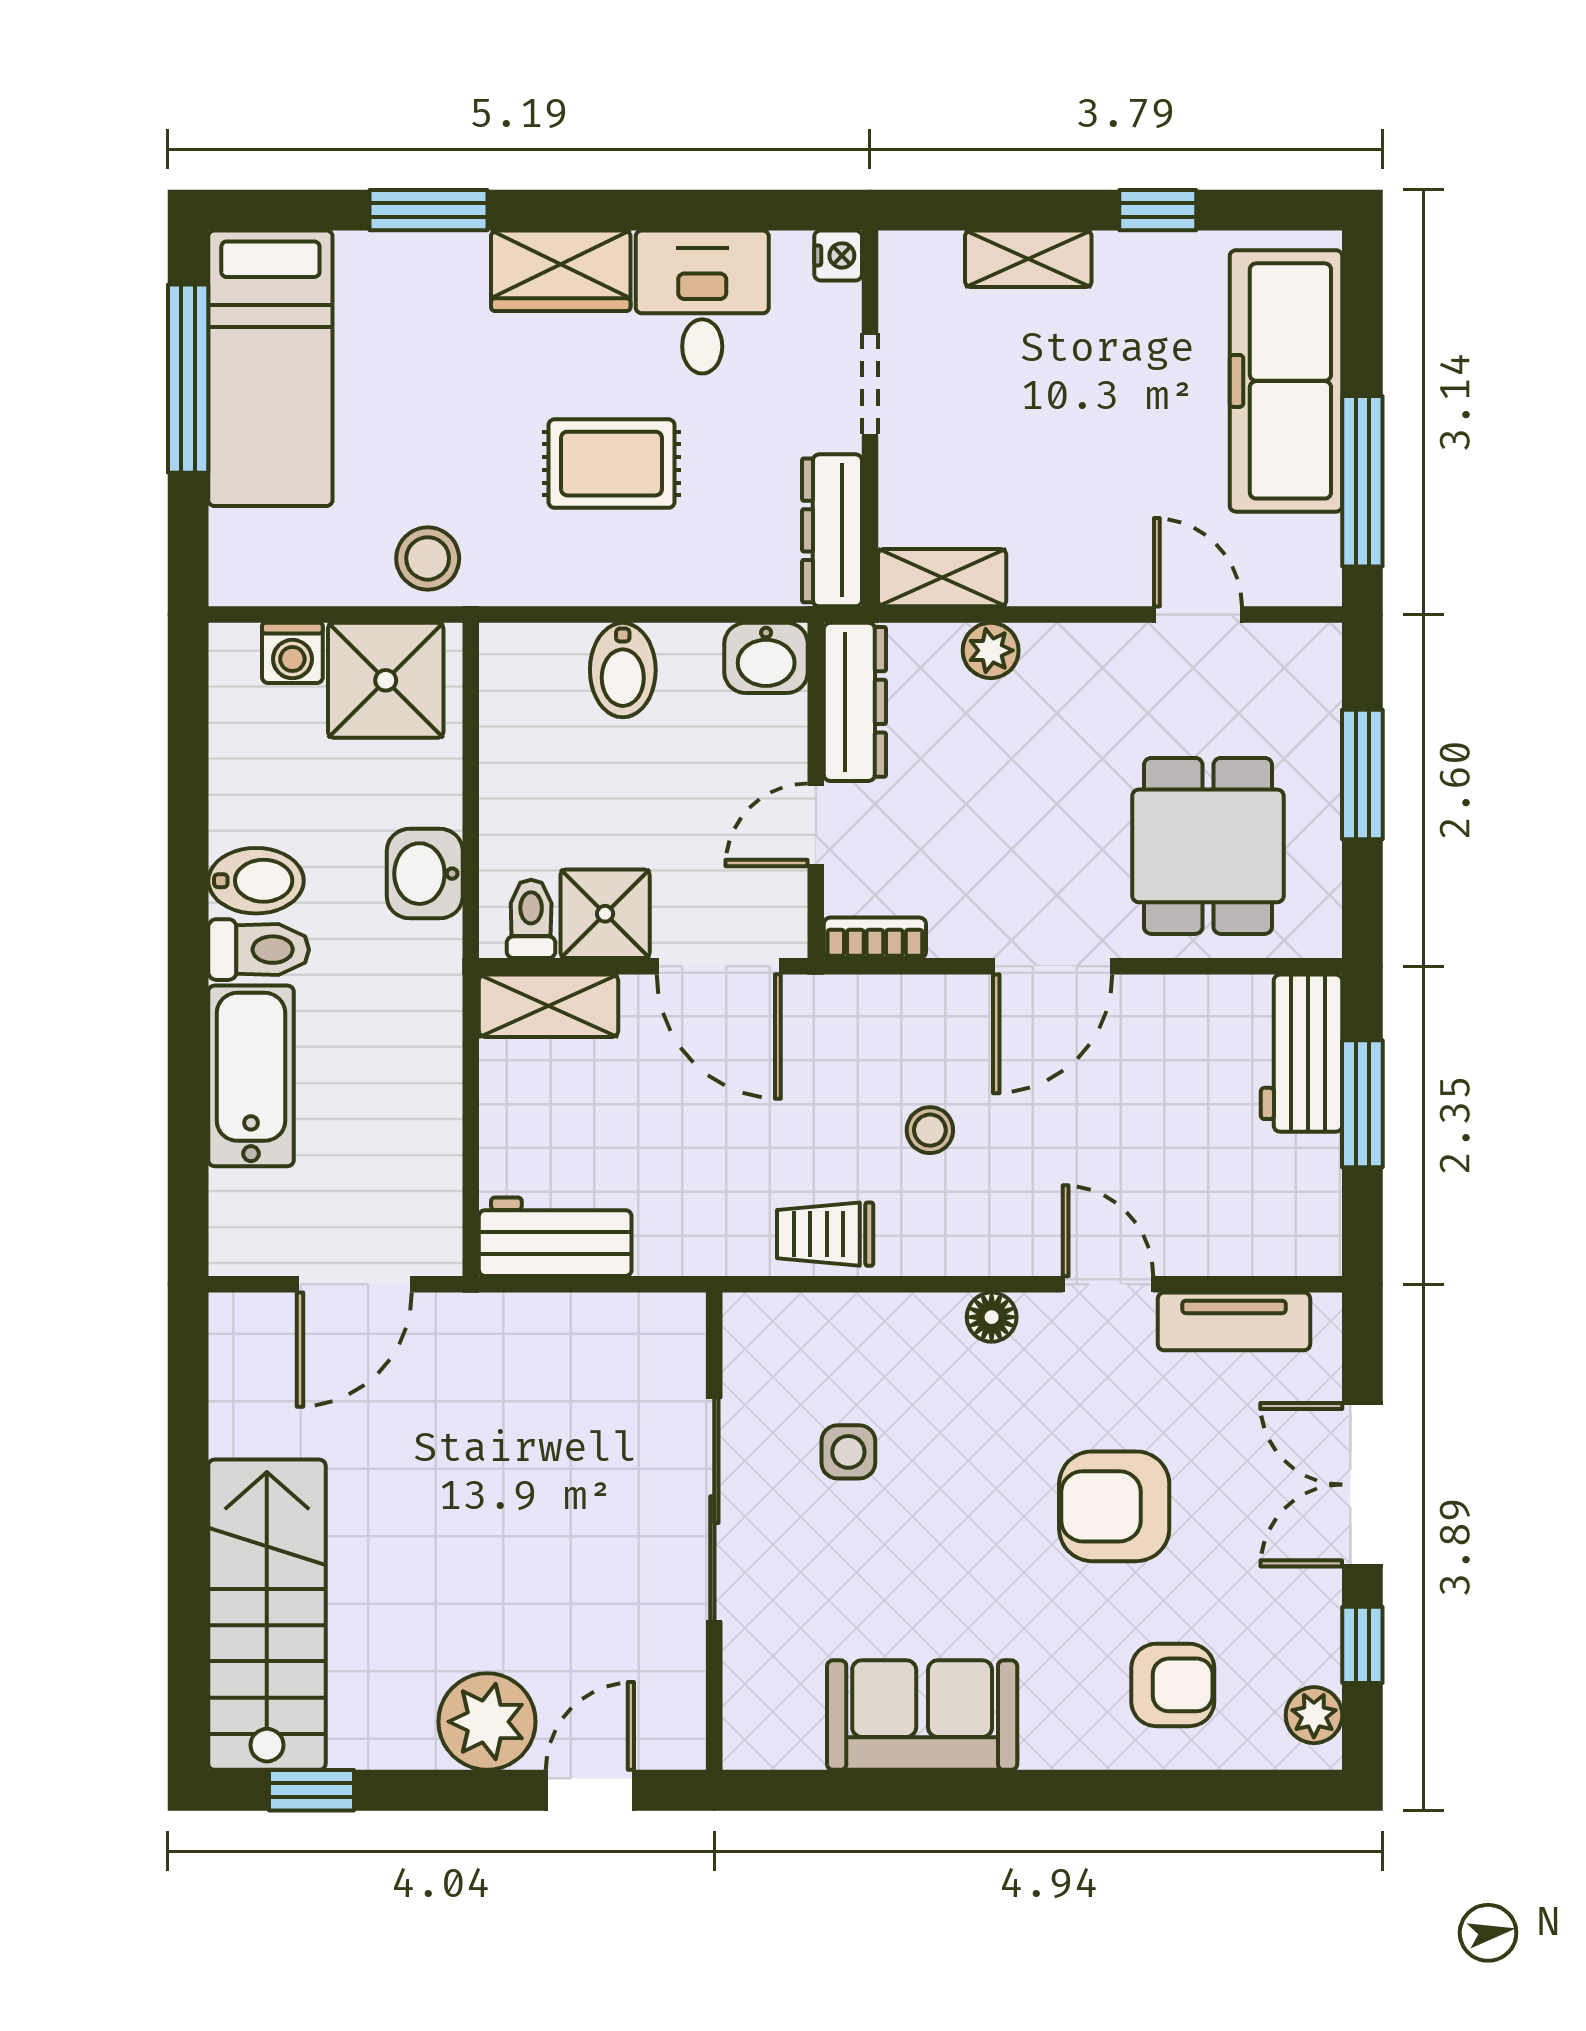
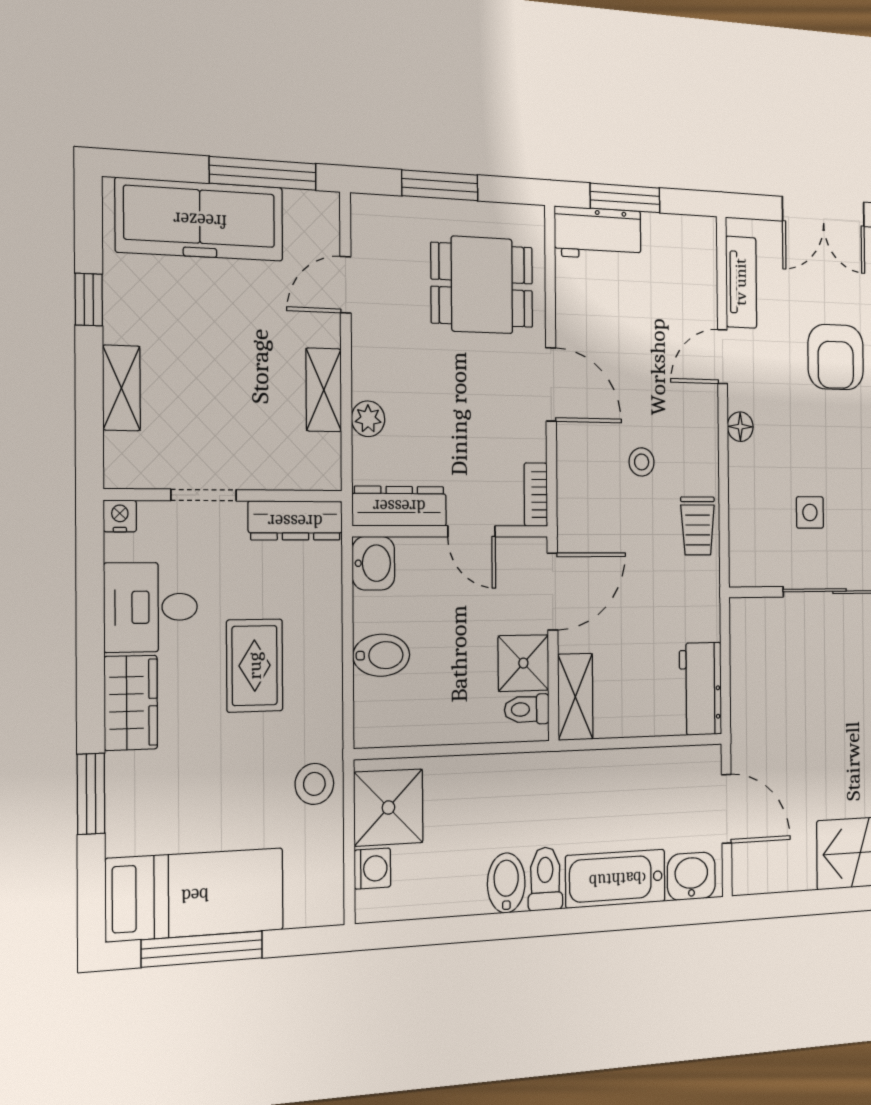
shelving: (942, 578) -> (324, 390), moved
washbasin: (425, 874) -> (691, 876), moved, turned 180

